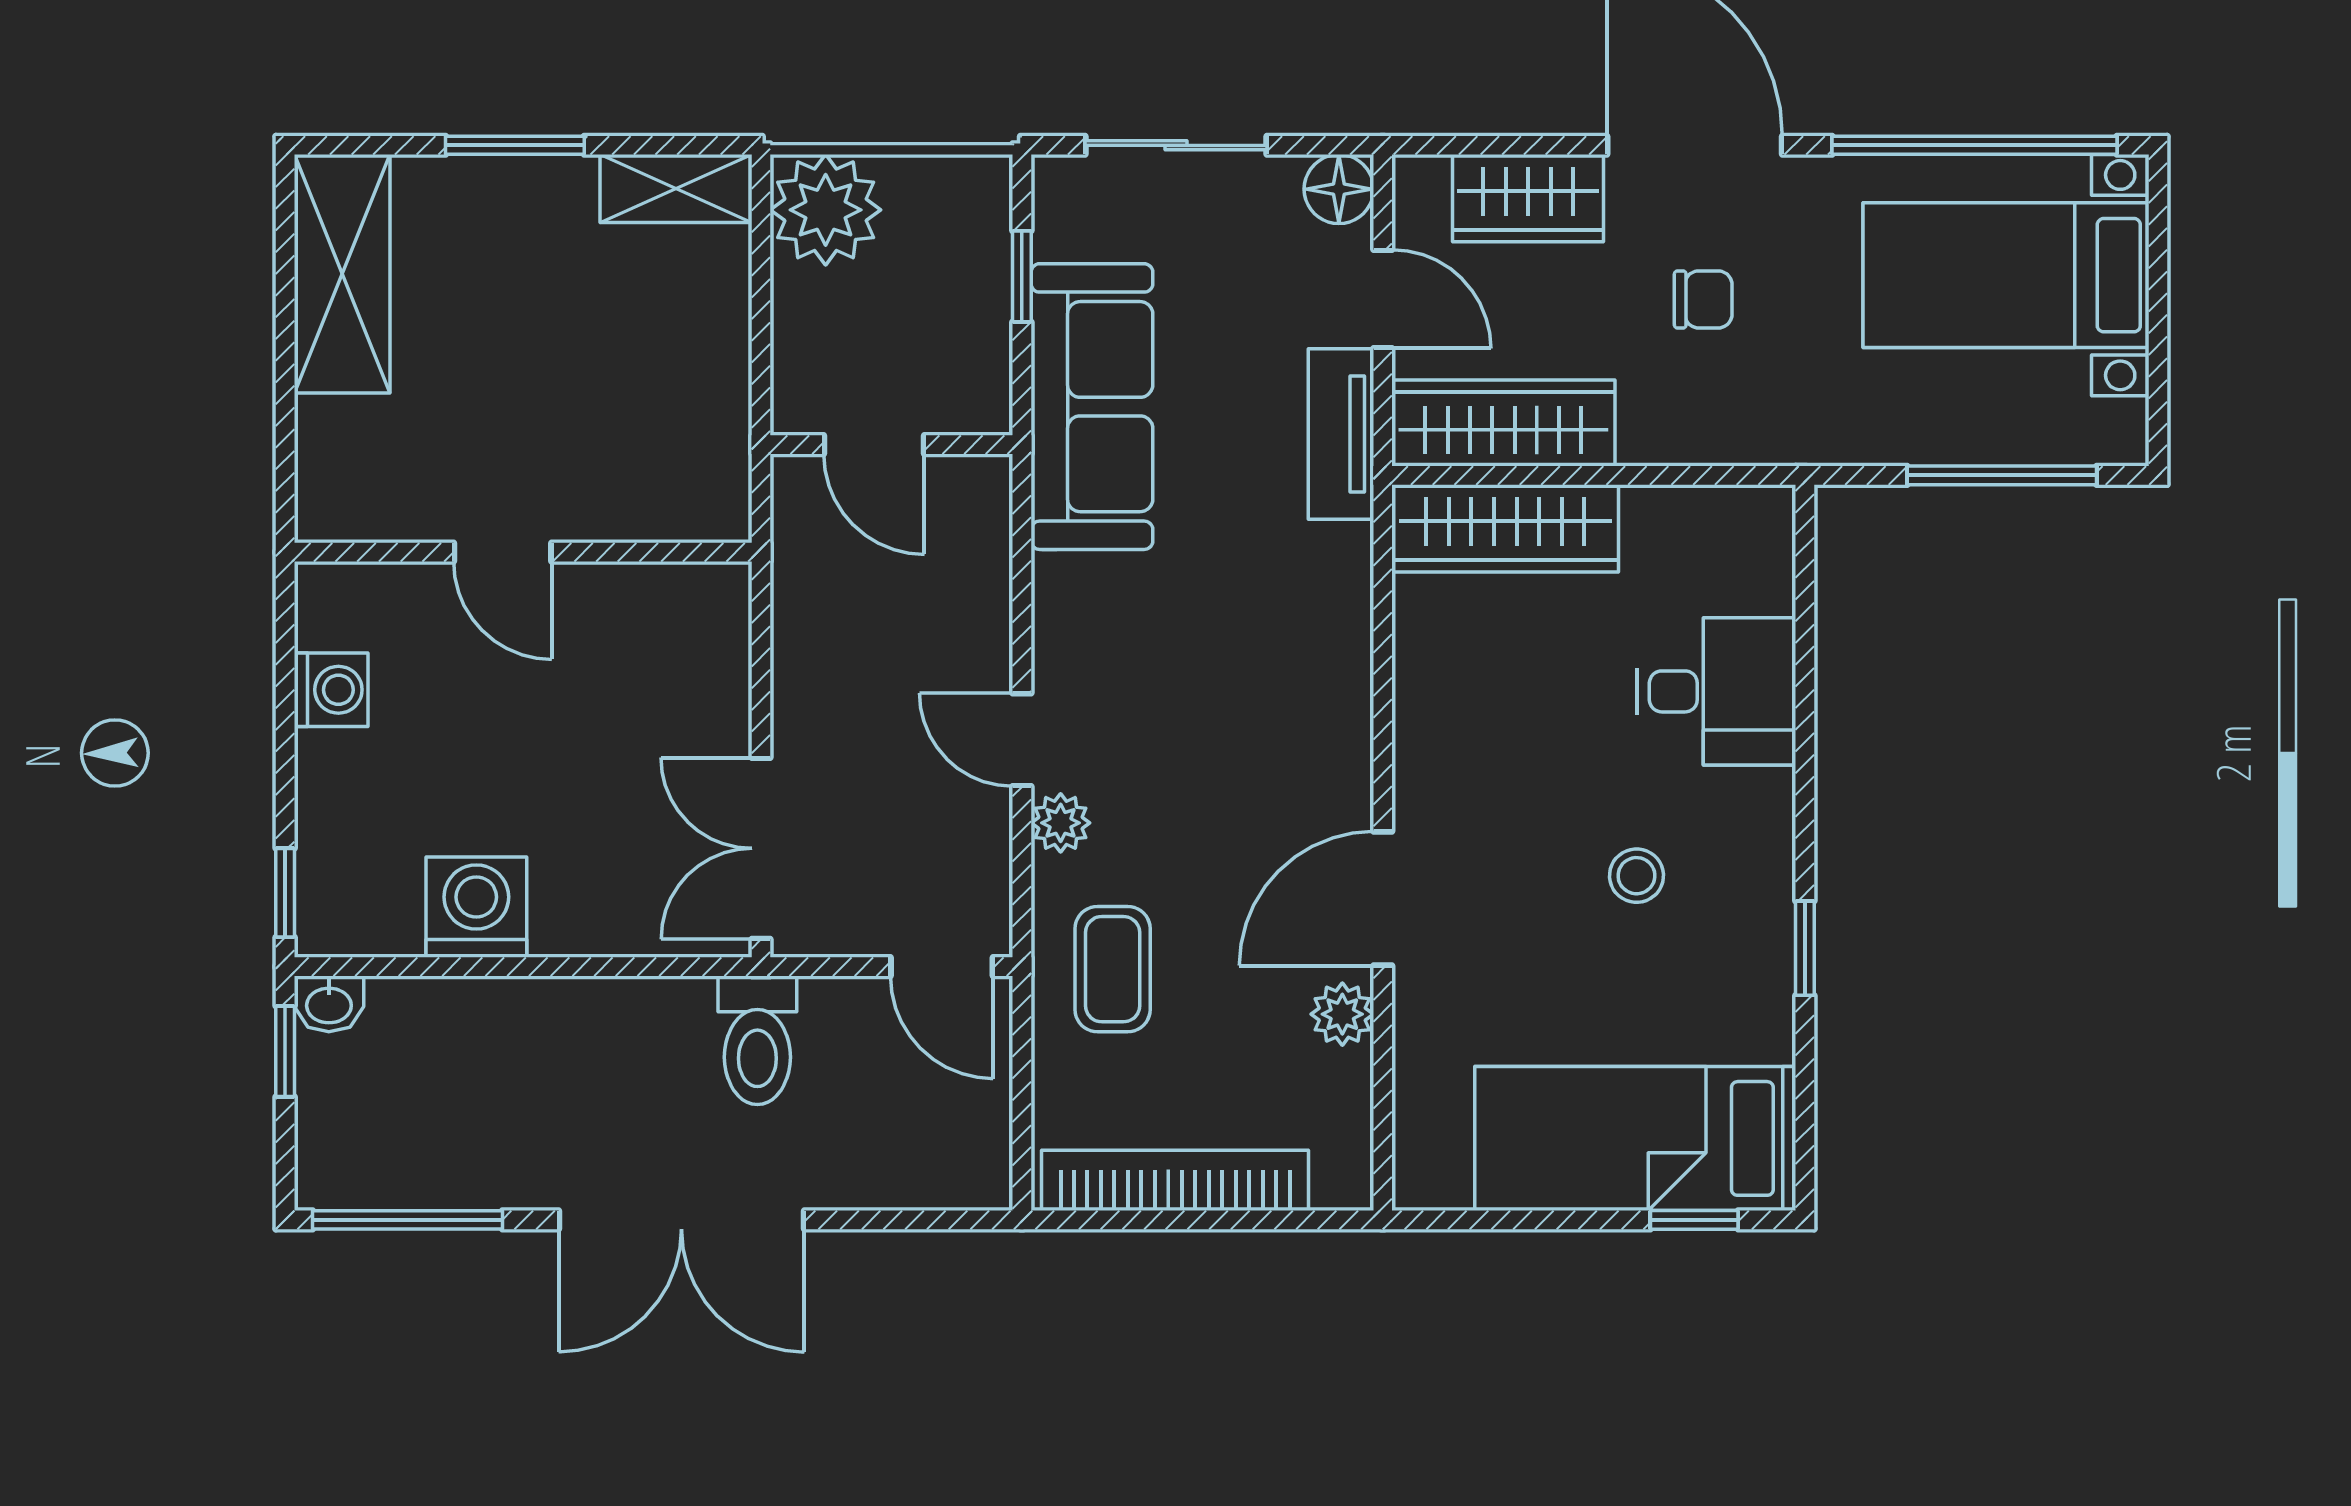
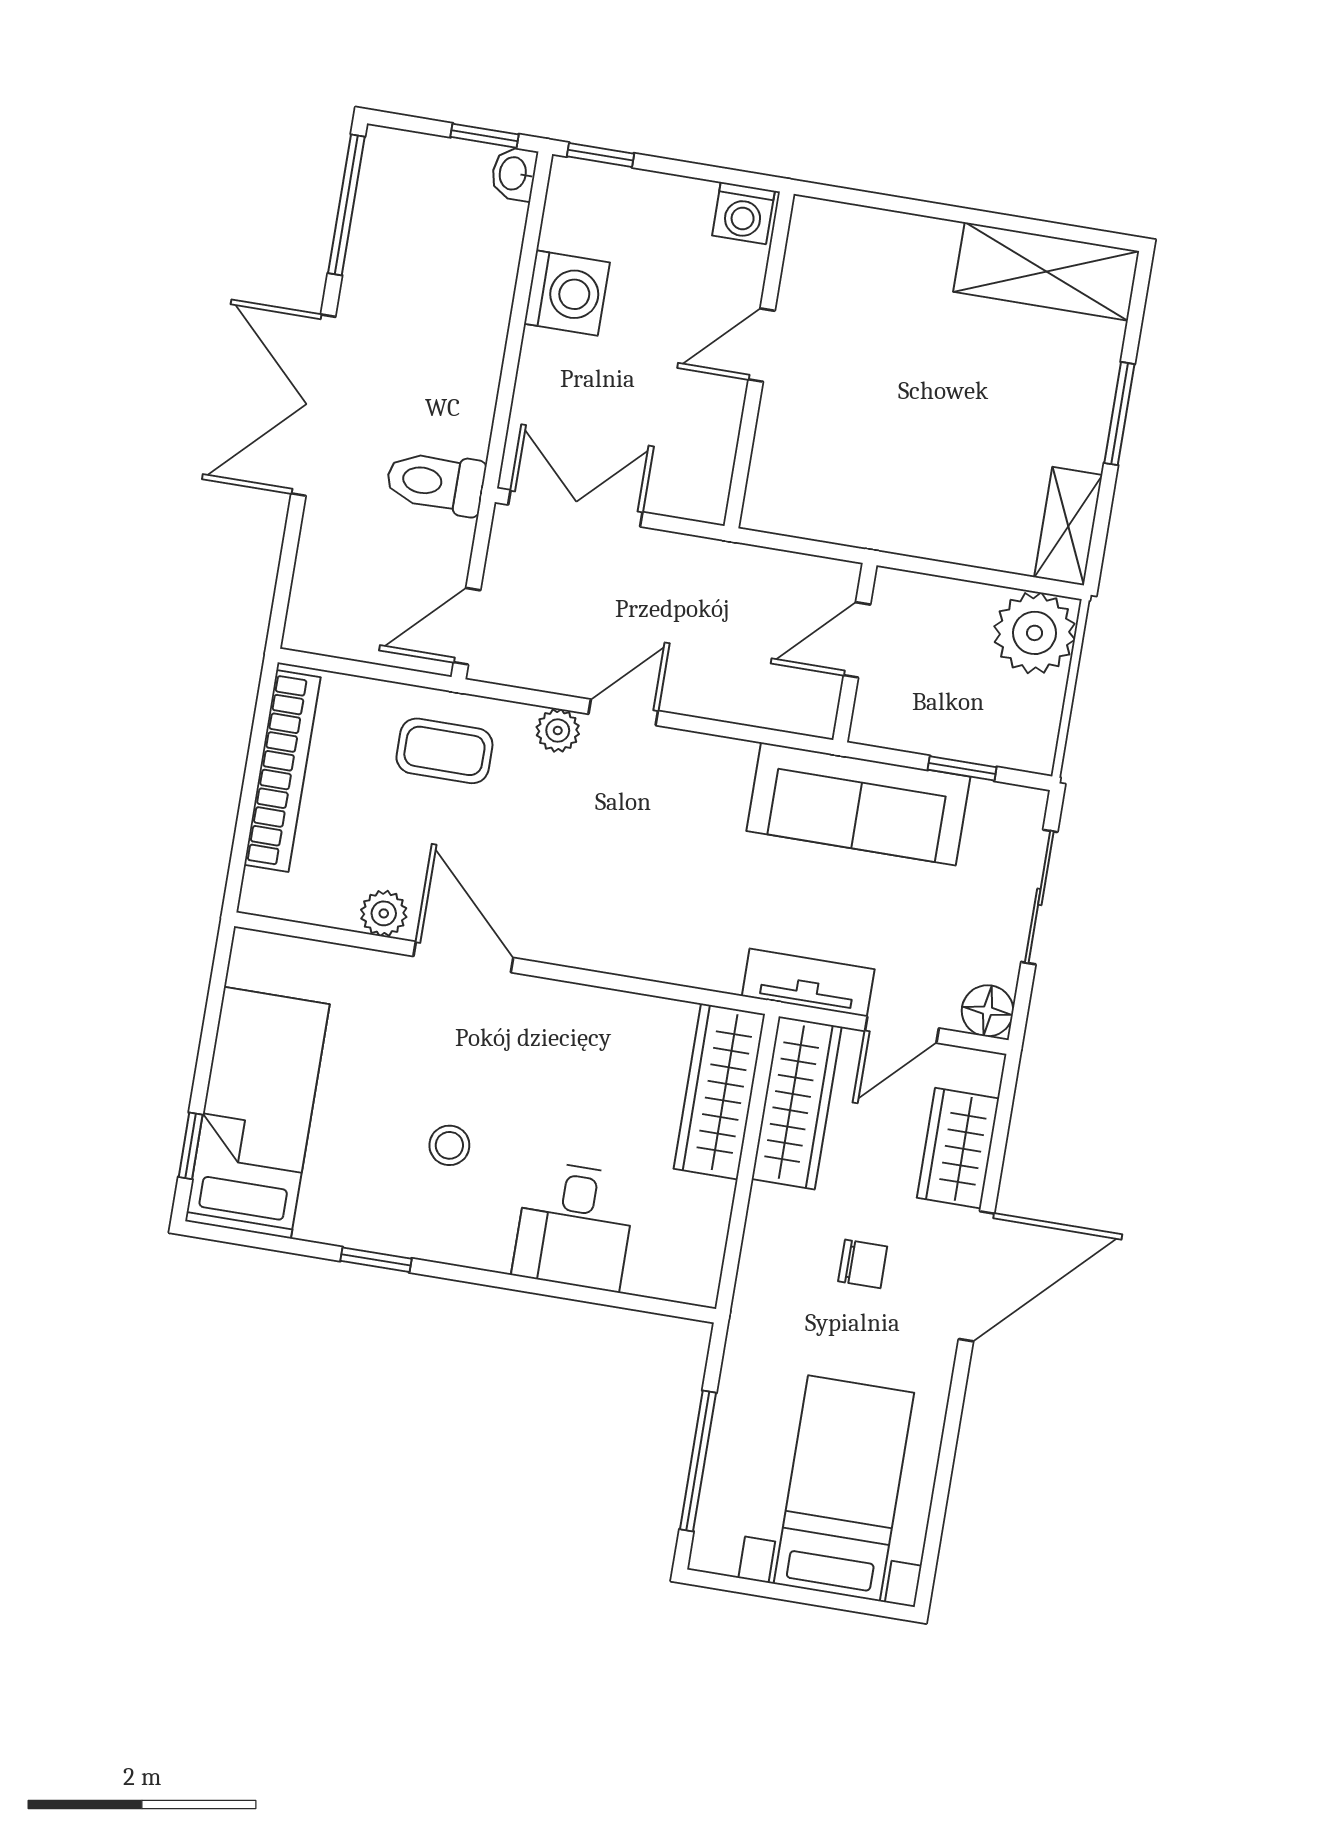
window: (1974, 145) -> (943, 1481), removed
chair: (1703, 299) -> (863, 1264), turned -90
door: (503, 552) -> (762, 345), moved
wall: (523, 552) -> (759, 360), moved

